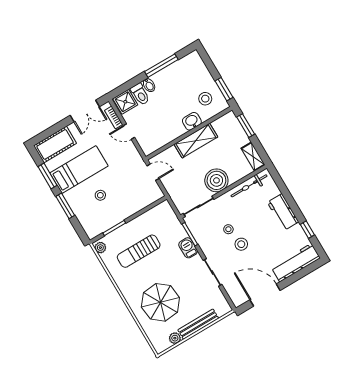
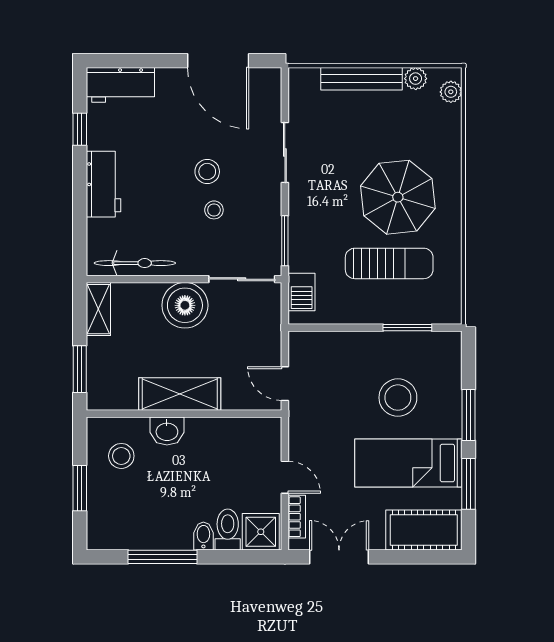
window: (224, 89) -> (80, 488), moved
stool: (100, 195) -> (398, 398), width x1.89, depth x1.89
plant: (100, 248) -> (451, 92), moved
barbecue: (188, 248) -> (302, 292), moved
workbench: (296, 263) -> (120, 85), width x0.73
parasol: (160, 302) -> (398, 197), moved

